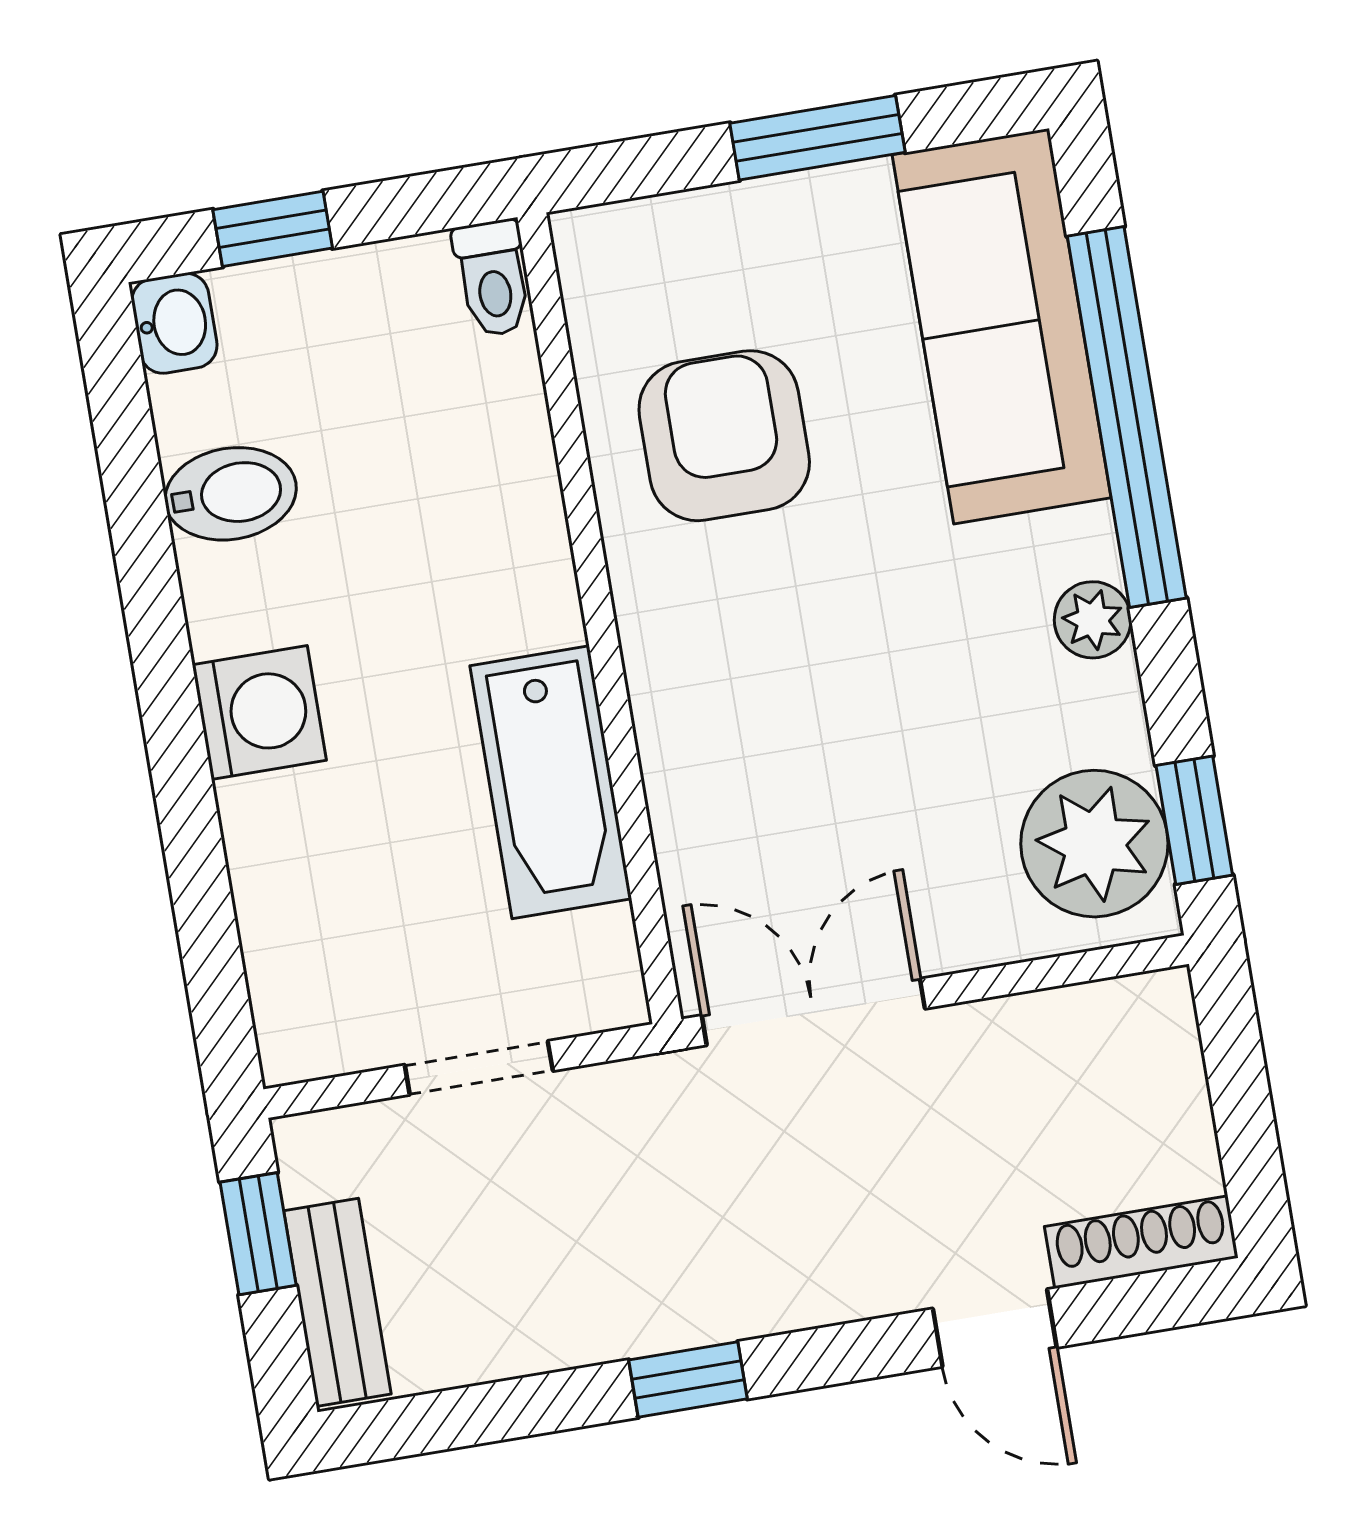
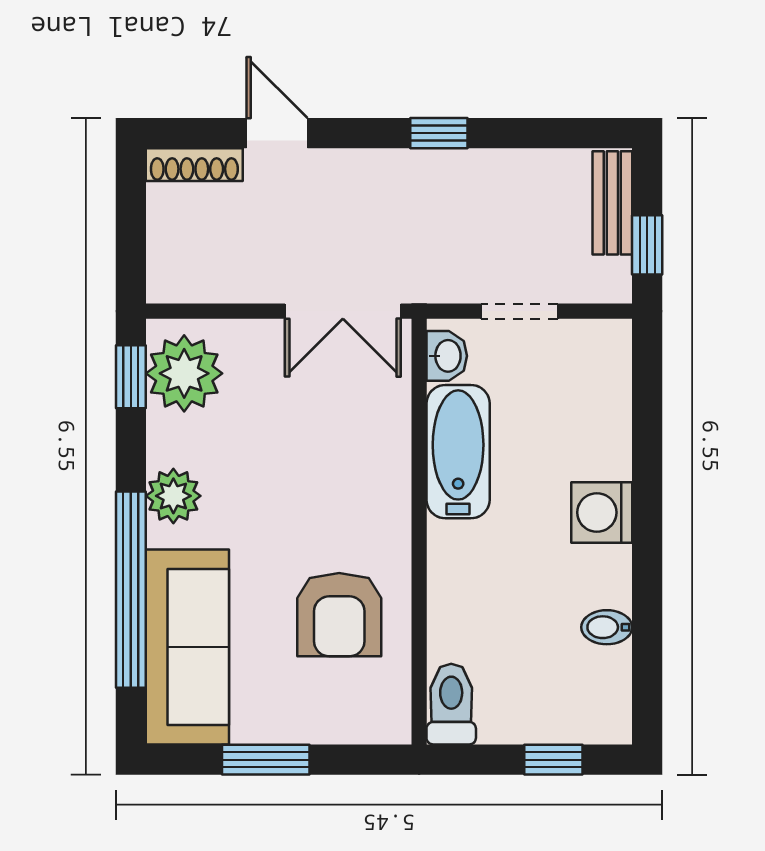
toilet: (493, 278) -> (451, 704), width x1.37, depth x1.39
washbasin: (174, 323) -> (447, 356), moved, turned 180
bidet: (231, 494) -> (607, 627), width x0.72, depth x0.74
plant: (1093, 620) -> (173, 496), width x1.38, depth x1.38

